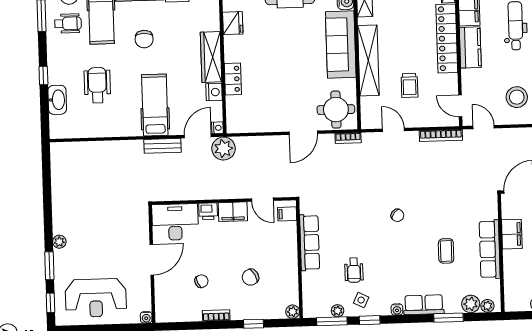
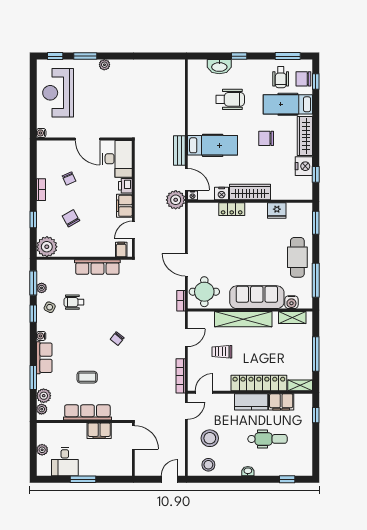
plant: (293, 312) -> (47, 247), width x1.88, depth x1.88

